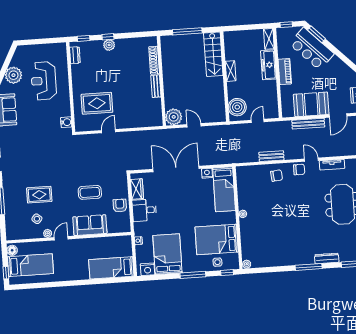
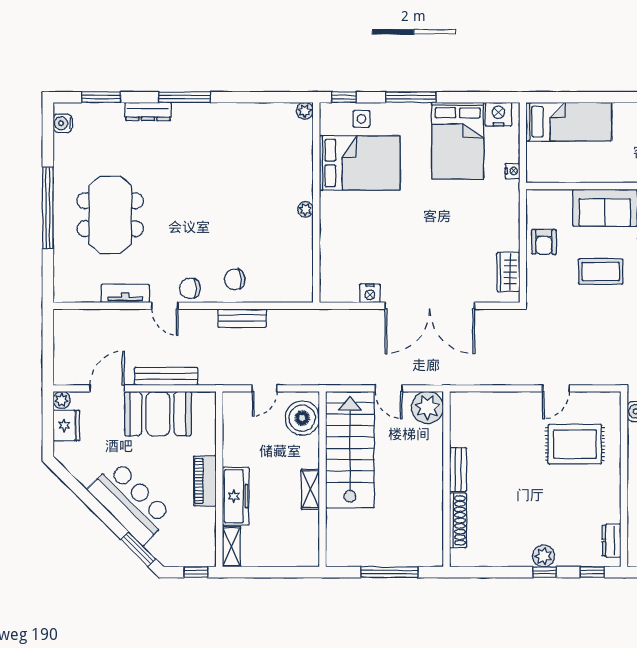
bar counter: (312, 49) -> (130, 502), moved
stairs: (213, 54) -> (350, 450), moved, width x1.36, depth x1.51
bed: (224, 189) -> (339, 260), removed
desk: (144, 210) -> (497, 230), removed

